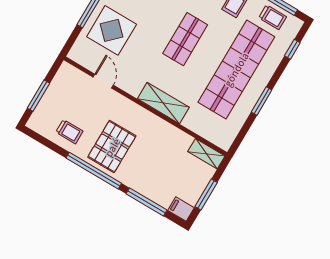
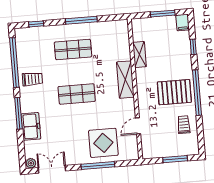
trolley: (273, 17) -> (25, 50), removed
shop shelf: (236, 69) -> (73, 49), width x0.50, depth x0.74
window: (262, 101) -> (81, 20), width x1.44
shelving: (206, 154) -> (139, 55), moved
window: (146, 202) -> (193, 47), width x0.46

